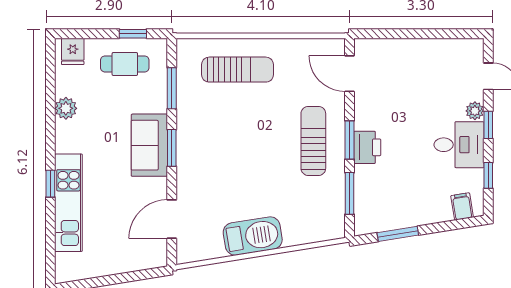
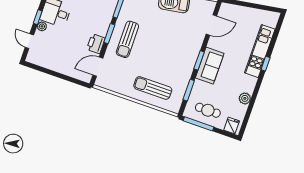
window: (133, 34) -> (199, 124), width x2.17
door: (350, 74) -> (98, 67), swing flipped
printer: (367, 147) -> (96, 44), moved

